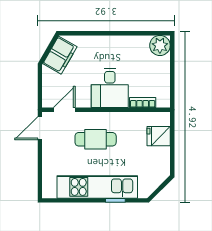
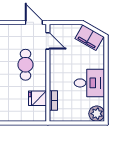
desk: (110, 88) -> (89, 83), moved, turned 180
fridge: (159, 136) -> (37, 98), moved, turned -90

